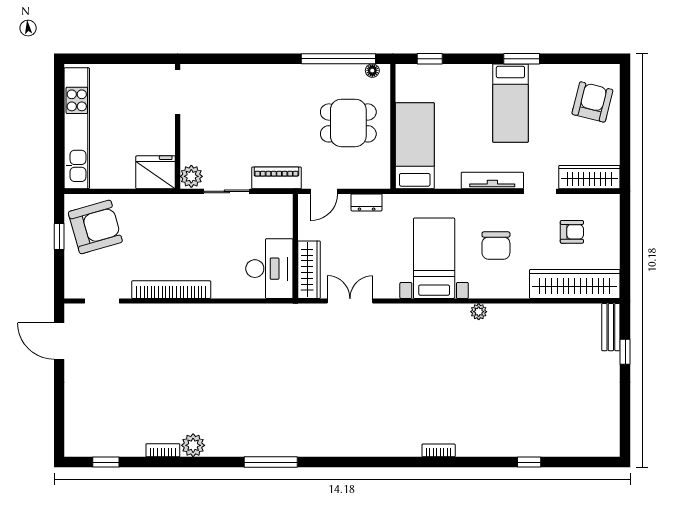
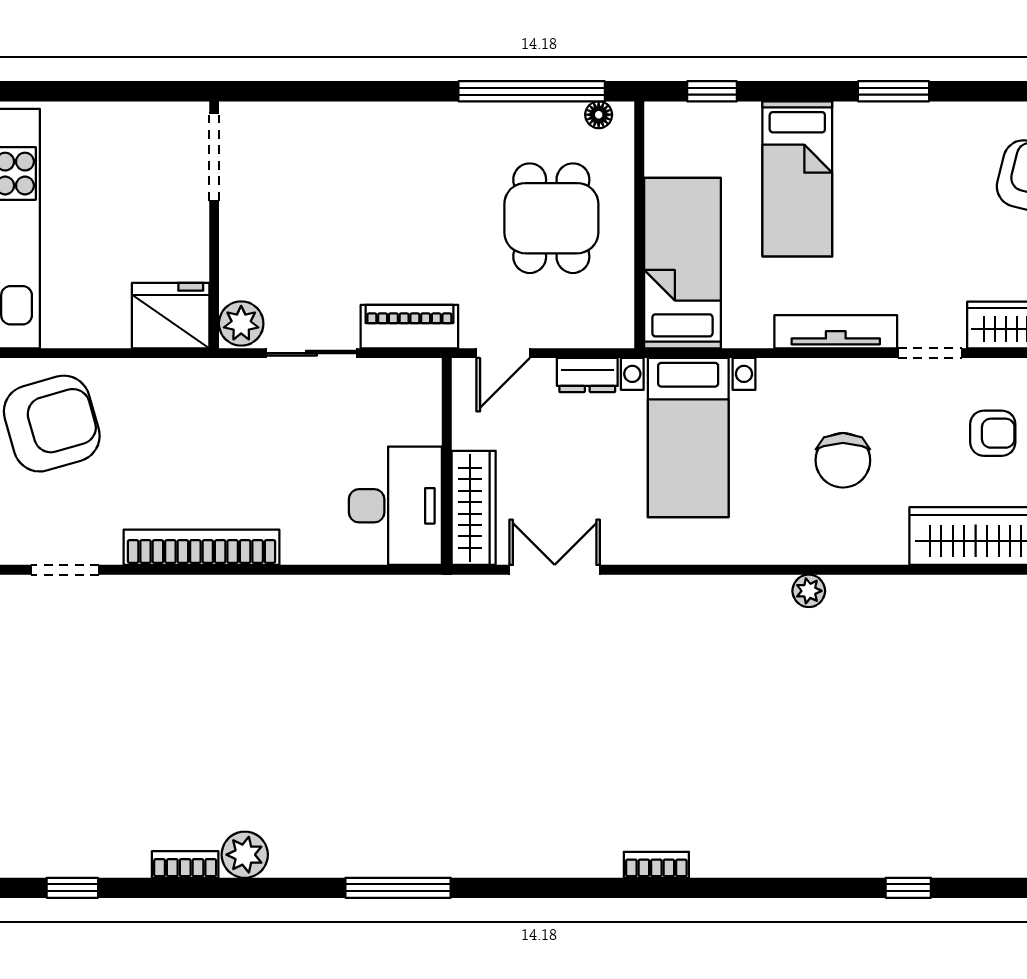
bed: (510, 103) -> (797, 179), moved
dining table: (348, 123) -> (551, 218), turned 90
bed with nightstands: (434, 258) -> (688, 438), moved, turned 180
bookcase: (439, 450) -> (656, 865), moved

